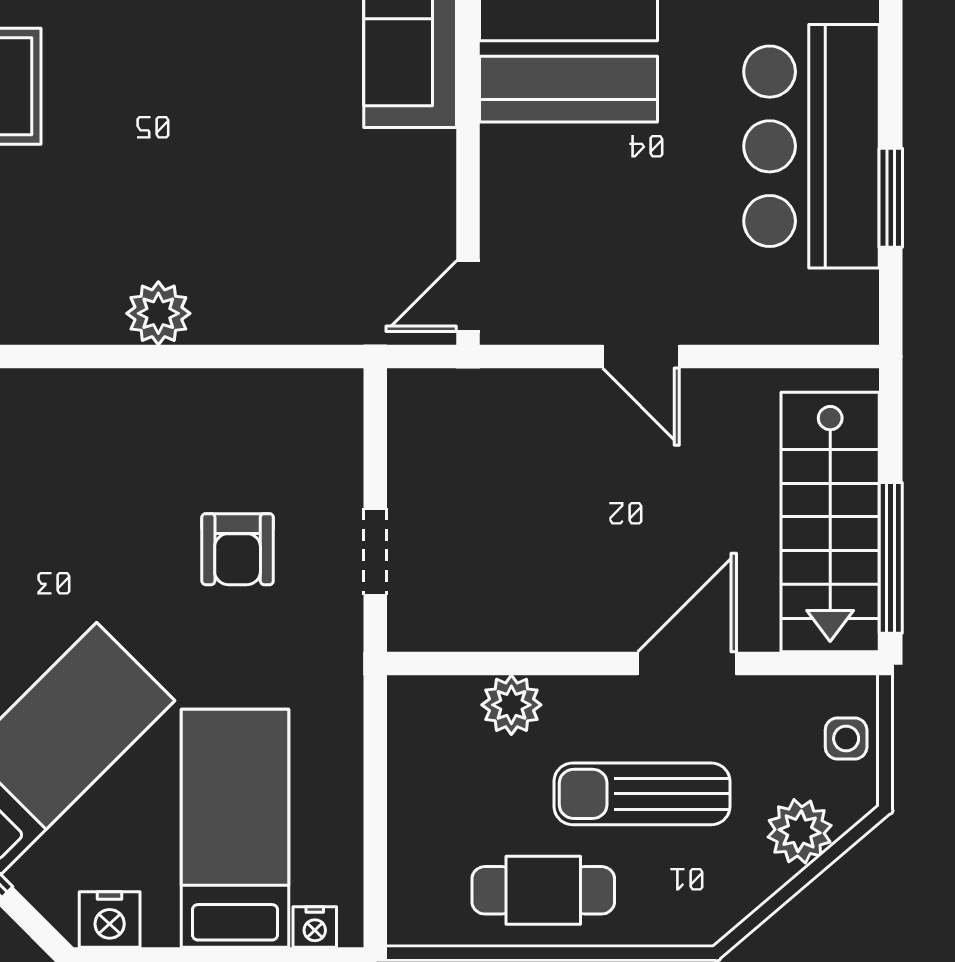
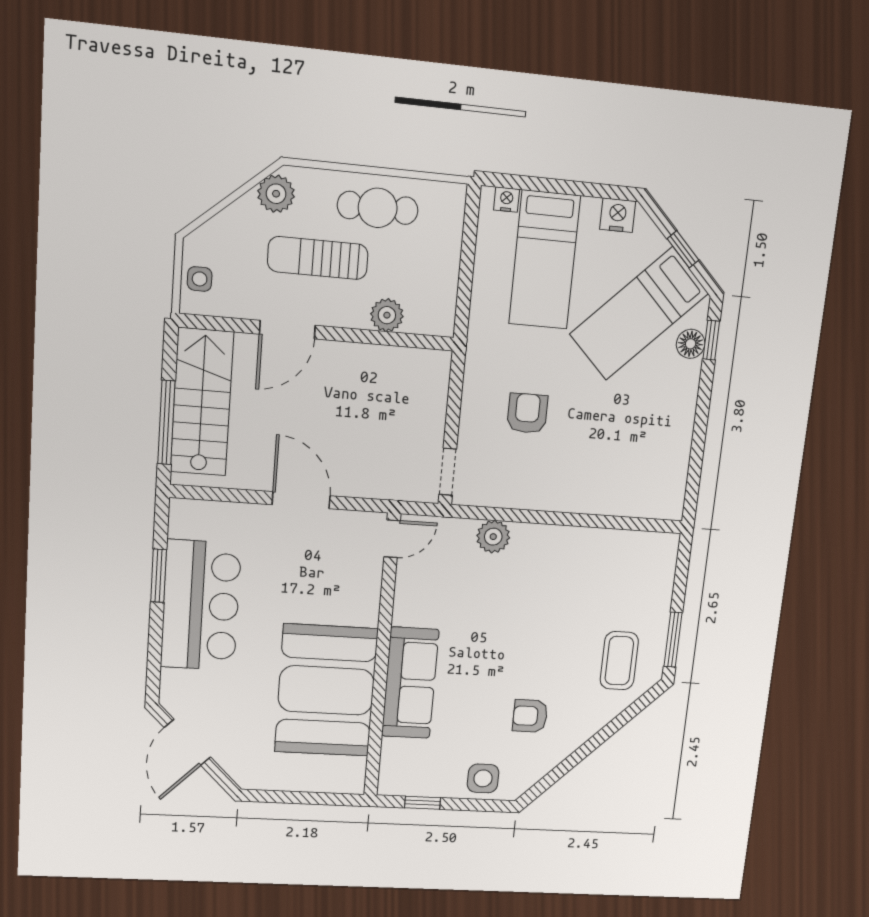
plant: (158, 313) -> (493, 537), moved
door: (641, 357) -> (301, 500), width x1.38
doorway: (375, 552) -> (448, 472), moved
window: (891, 558) -> (166, 423), moved
sun lounger: (642, 794) -> (318, 258), turned 180
plant: (800, 831) -> (276, 194), moved

